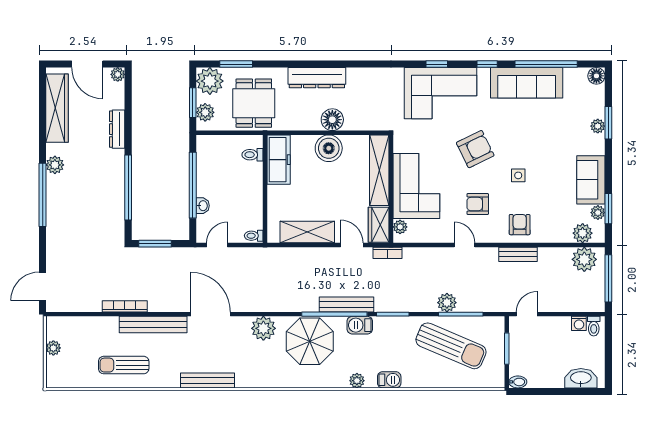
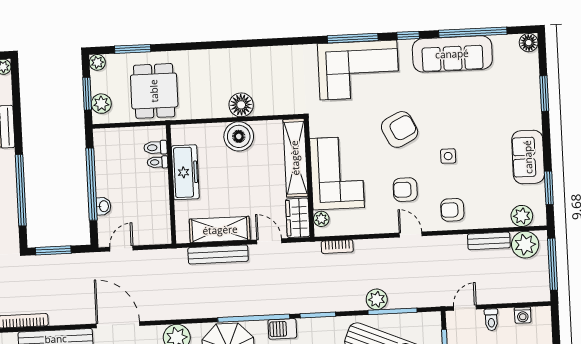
window: (437, 64) -> (353, 38), width x2.17
dresser: (317, 78) -> (222, 60), removed
plant: (210, 81) -> (97, 62), width x0.53, depth x0.53
plant: (598, 126) -> (533, 98), removed
freezer: (279, 160) -> (185, 172), moved
plant: (598, 213) -> (537, 192), removed
armchair: (520, 225) -> (452, 210), turned -90
toilet: (254, 236) -> (157, 162), moved
door: (465, 245) -> (411, 234), moved
bookcase: (387, 253) -> (337, 247), moved
bench: (518, 254) -> (489, 241), moved
bench: (347, 304) -> (218, 254), moved
toilet: (594, 326) -> (491, 320), moved

